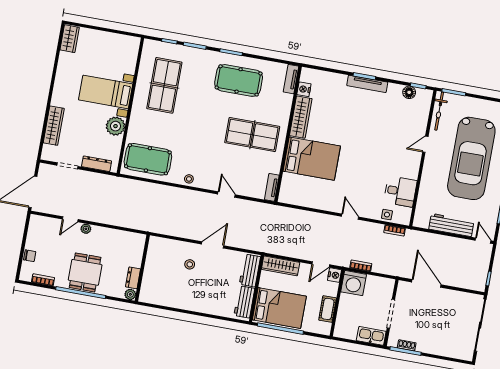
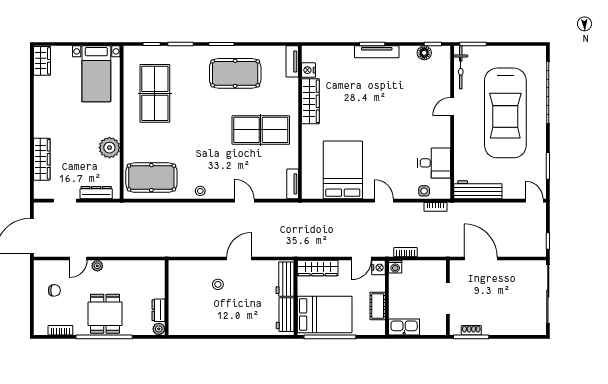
bed with nightstands: (106, 92) -> (96, 74), moved, turned -90
bed: (312, 159) -> (343, 170), moved, turned -90
workbench: (451, 225) -> (478, 190), moved
chair: (30, 256) -> (54, 290), moved
washing machine: (354, 283) -> (395, 267), width x0.53, depth x0.53
kitchen sink: (371, 336) -> (404, 327), moved

